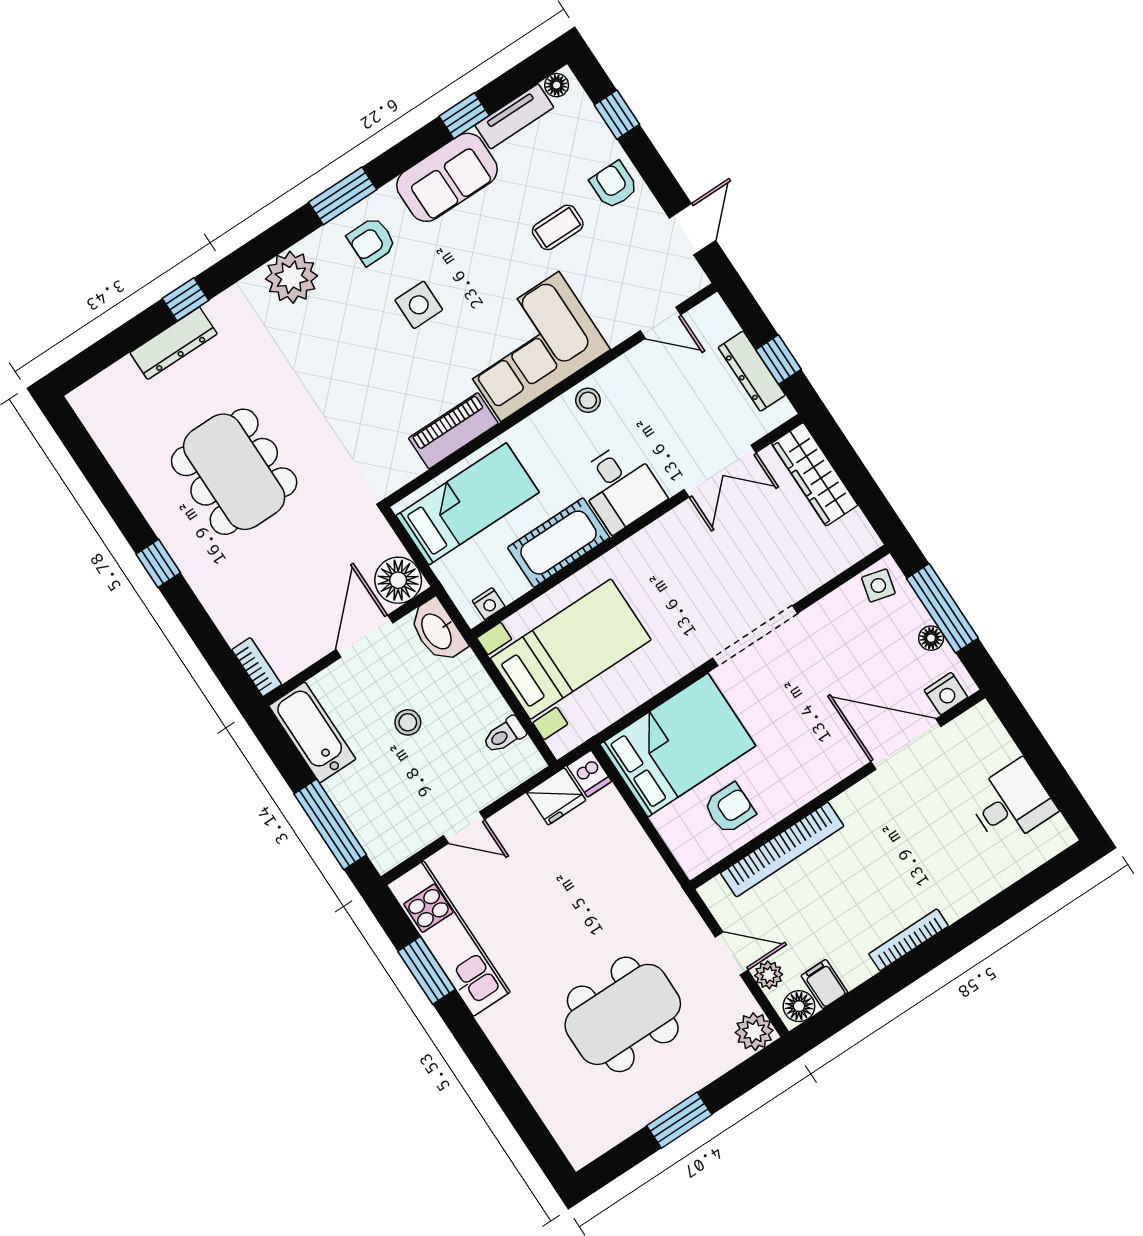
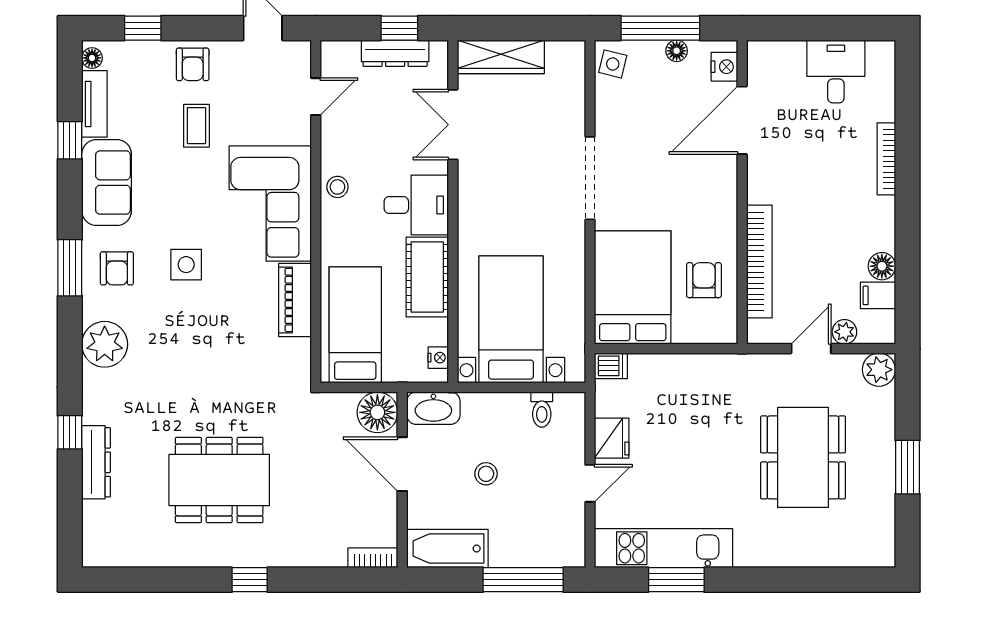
armchair: (614, 185) -> (193, 64), turned -90
double door: (720, 471) -> (453, 125), swing flipped
fridge: (556, 796) -> (612, 438), moved
bookcase: (909, 940) -> (886, 159), moved
floor lamp: (799, 1006) -> (882, 266), moved

